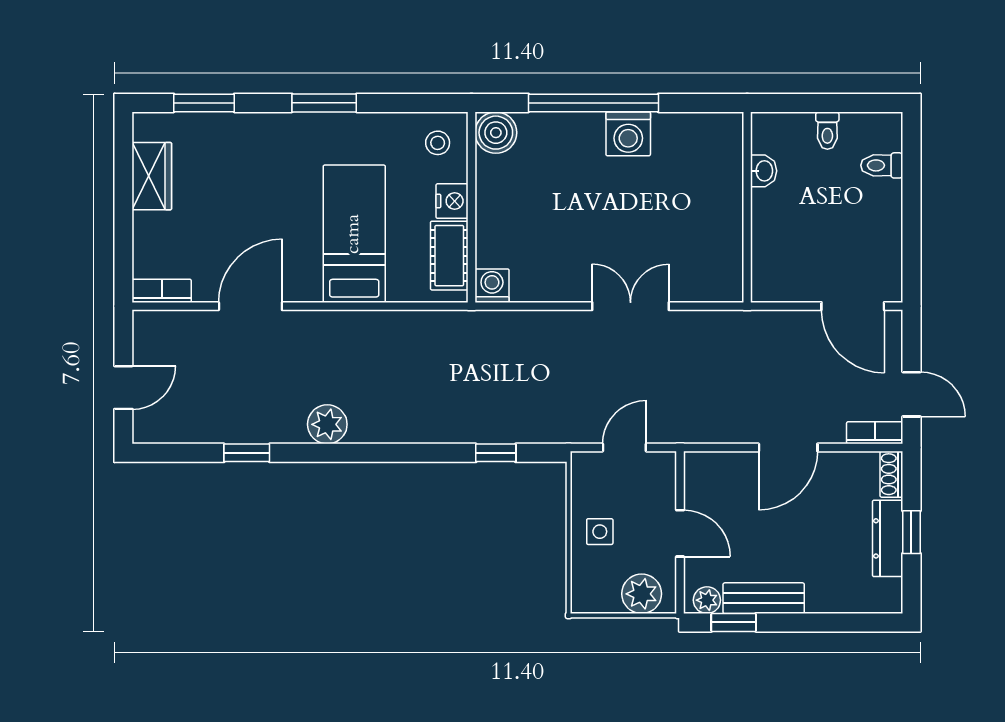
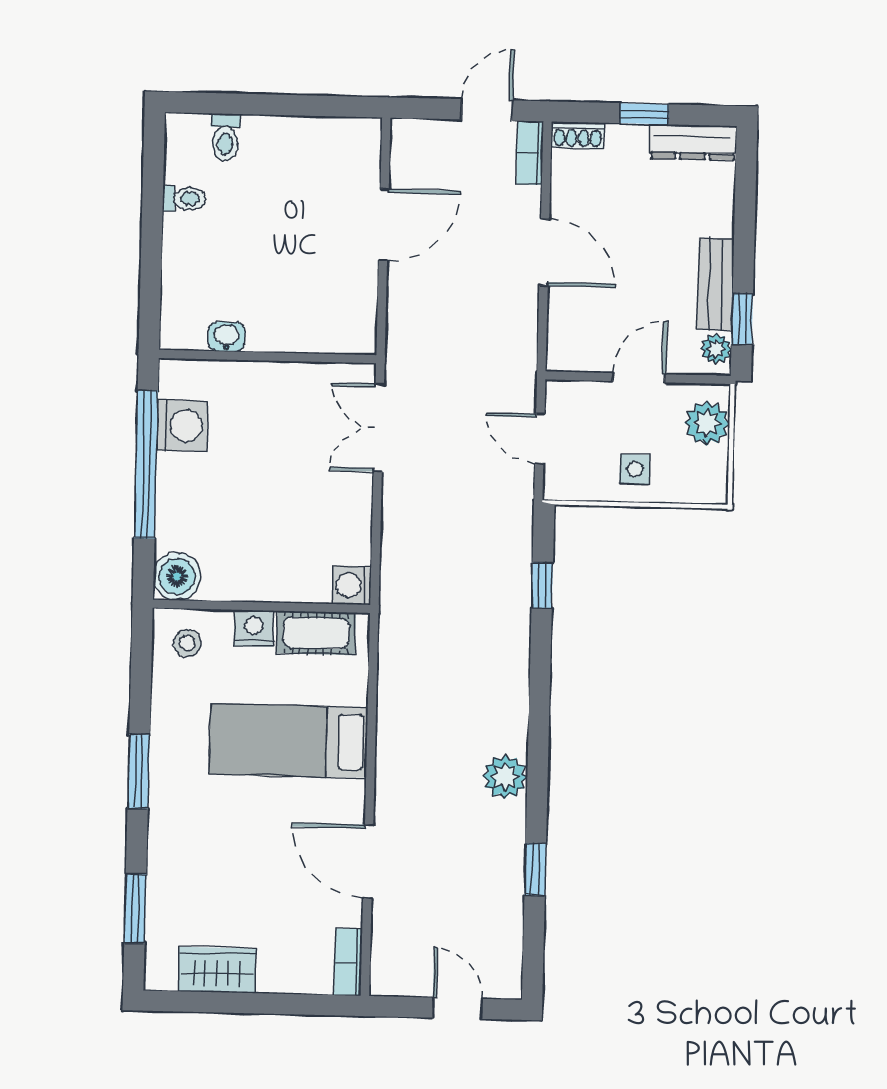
washbasin: (764, 171) -> (227, 337), moved
wall: (747, 207) -> (268, 357), moved
door: (853, 306) -> (384, 225), moved
dresser: (888, 538) -> (693, 142), moved

